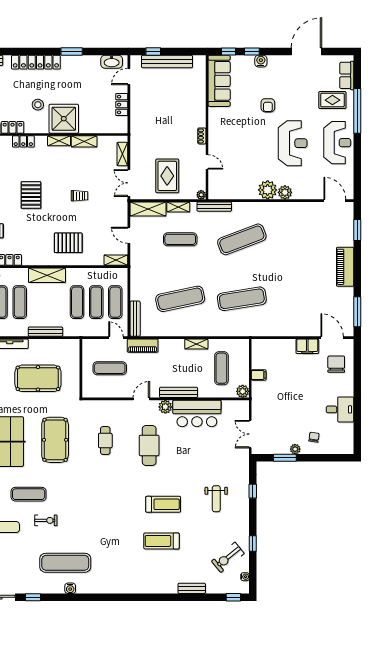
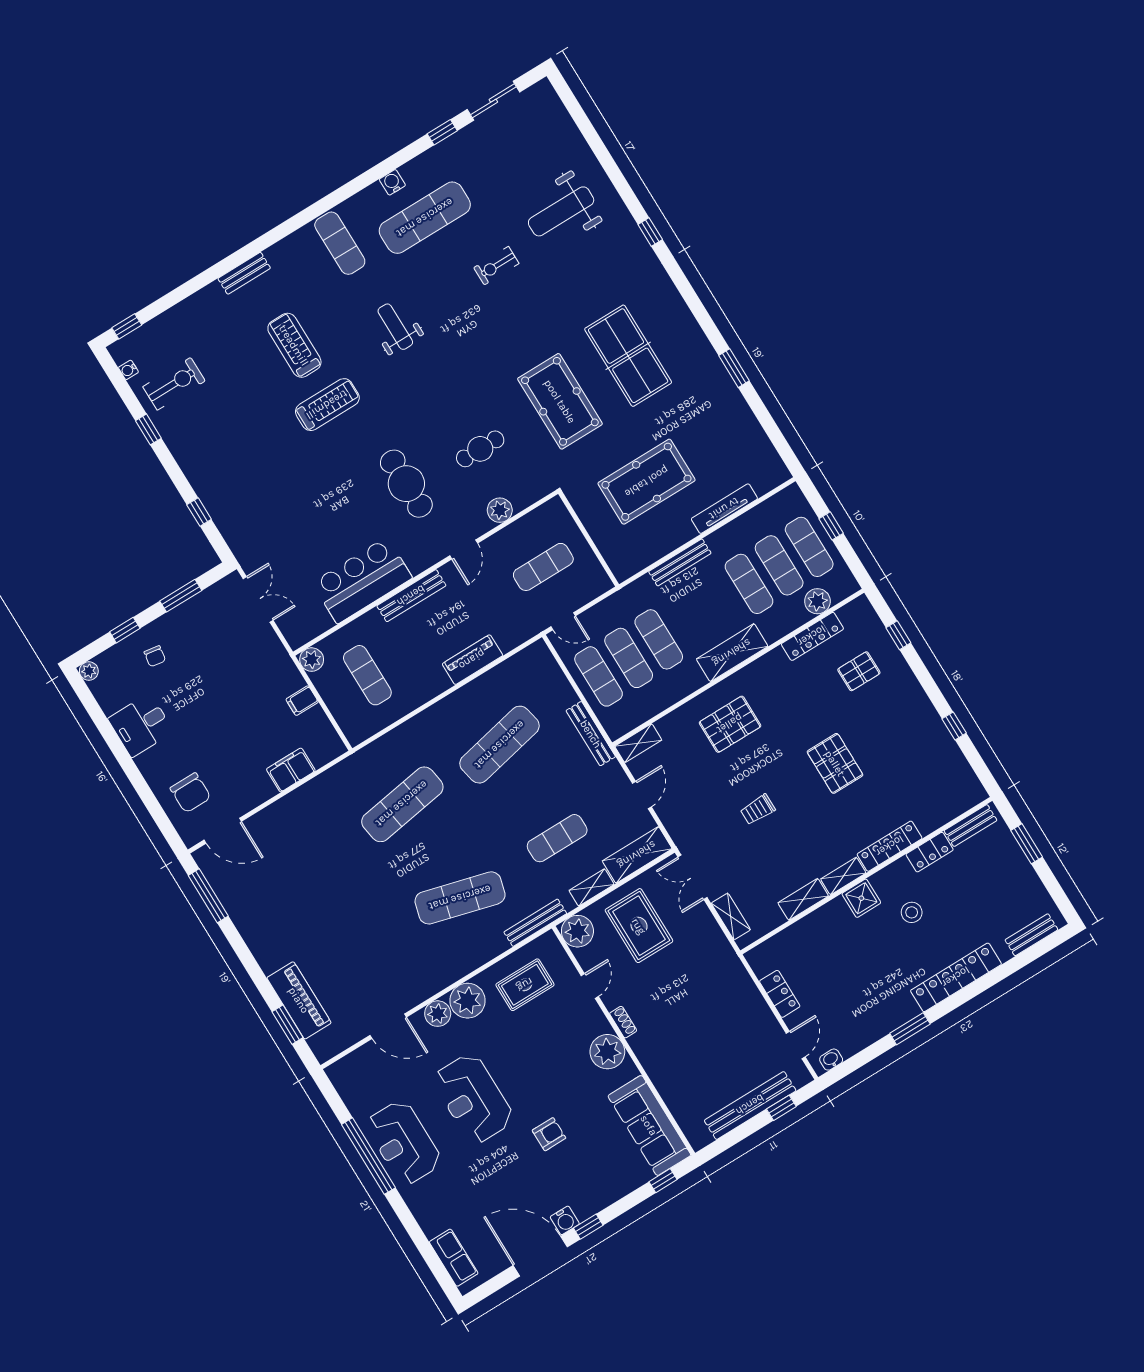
window: (252, 52) -> (588, 1227), moved
door: (306, 52) -> (540, 1256), swing flipped
water cooler: (261, 61) -> (565, 1220), moved
washbasin: (112, 62) -> (831, 1060), width x0.52, depth x0.69
rug: (332, 100) -> (525, 985), moved
armchair: (268, 105) -> (549, 1134), turned 90
window: (357, 111) -> (368, 1156), moved
shower: (64, 119) -> (861, 898), width x0.54, depth x0.54
plant: (218, 127) -> (607, 1052), added
locker: (23, 141) -> (890, 846), width x1.53
door: (207, 162) -> (590, 986), swing flipped
double door: (129, 183) -> (692, 877), swing flipped
plant: (201, 195) -> (577, 931), width x1.87, depth x1.87
door: (335, 201) -> (388, 1026), moved
door: (129, 235) -> (642, 795), hinge flipped
exercise mat: (242, 239) -> (460, 898), turned 36
piano: (345, 267) -> (299, 1000), moved
bench: (135, 319) -> (591, 734), moved
shelving: (196, 344) -> (430, 689), removed
piano: (143, 346) -> (472, 660), moved
filing cabinet: (307, 346) -> (291, 770), moved
plant: (165, 407) -> (500, 510), moved
cafe table: (105, 441) -> (480, 449), turned 90
plant: (295, 449) -> (89, 671), moved
window: (320, 458) -> (125, 630), added
exercise mat: (29, 494) -> (340, 243), moved, turned 90
weight bench: (216, 499) -> (395, 327), moved
treadmill: (163, 504) -> (327, 405), turned 180
treadmill: (161, 541) -> (294, 345), turned -90
exercise bike: (228, 557) -> (174, 384), turned 39
bench: (192, 588) -> (244, 273), moved

